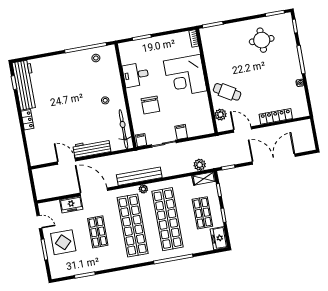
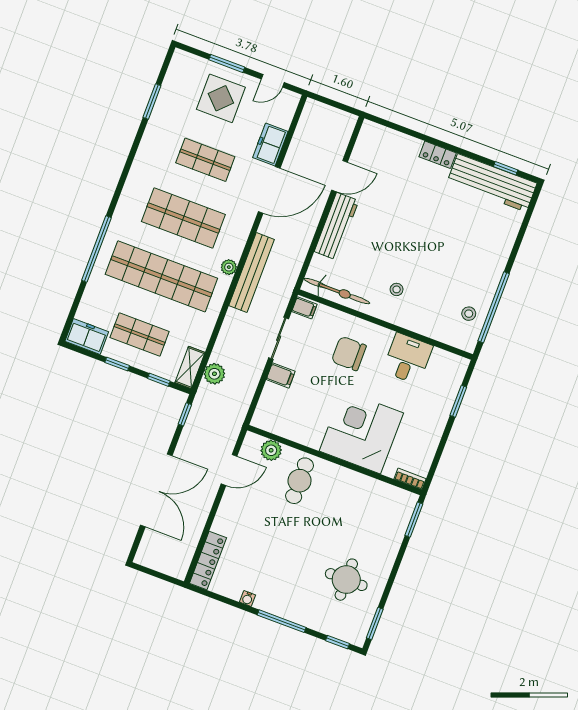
cafe table: (227, 92) -> (300, 481), turned -31
locker: (276, 116) -> (208, 561), moved
shop shelf: (133, 226) -> (183, 218), width x0.71

